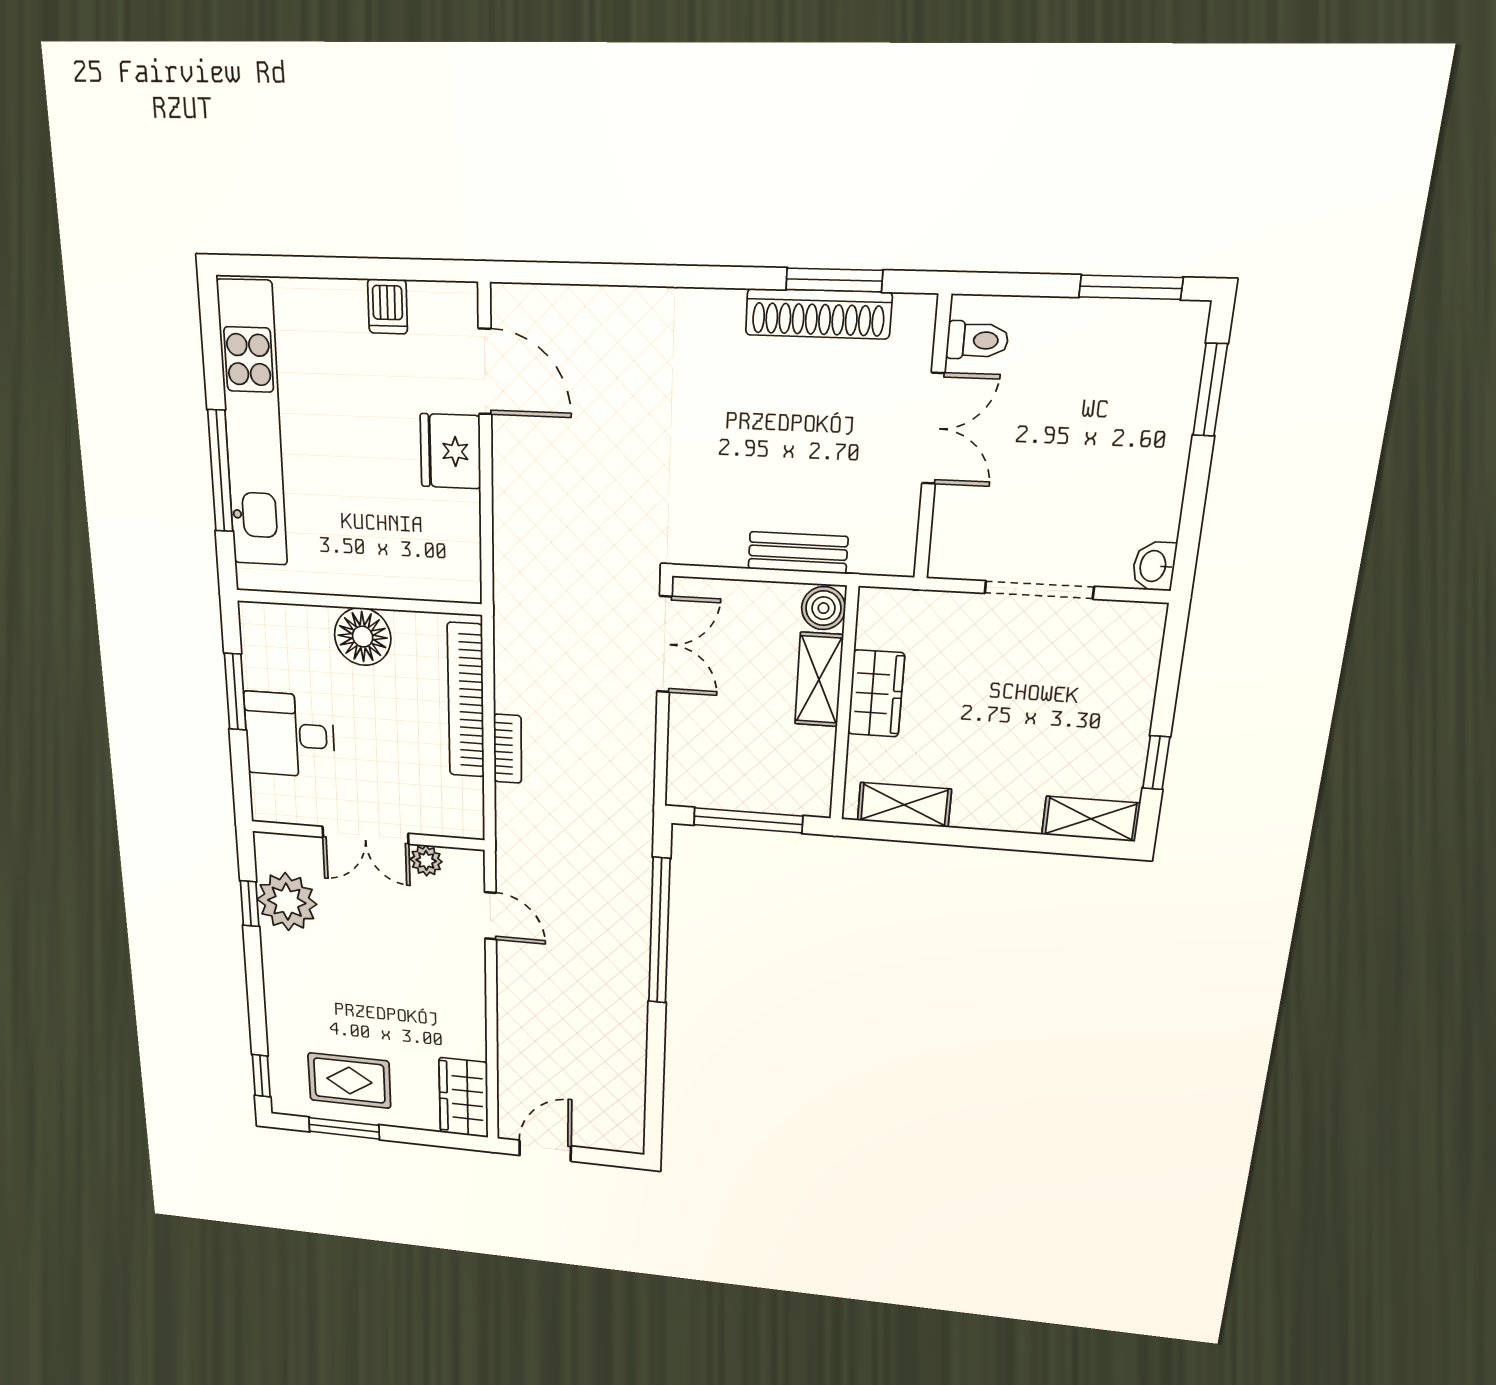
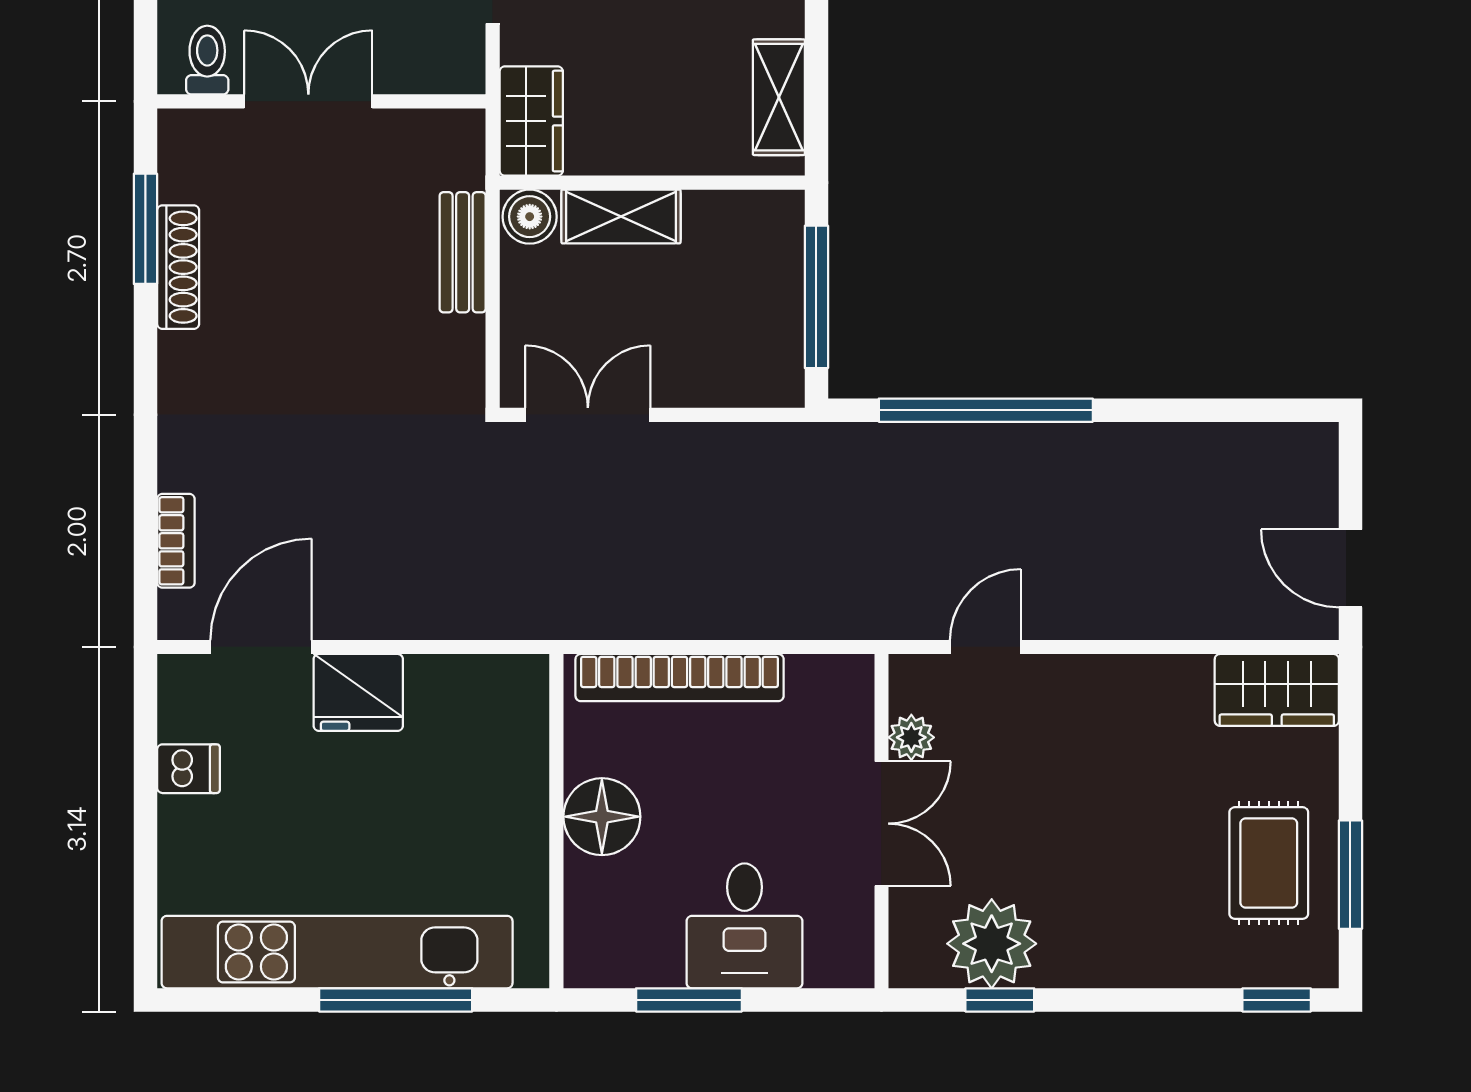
shoe rack: (818, 314) -> (178, 267), width x0.74, depth x0.81
wardrobe: (876, 694) -> (531, 121), moved, turned 90
bookcase: (508, 749) -> (176, 541), moved, turned 90

